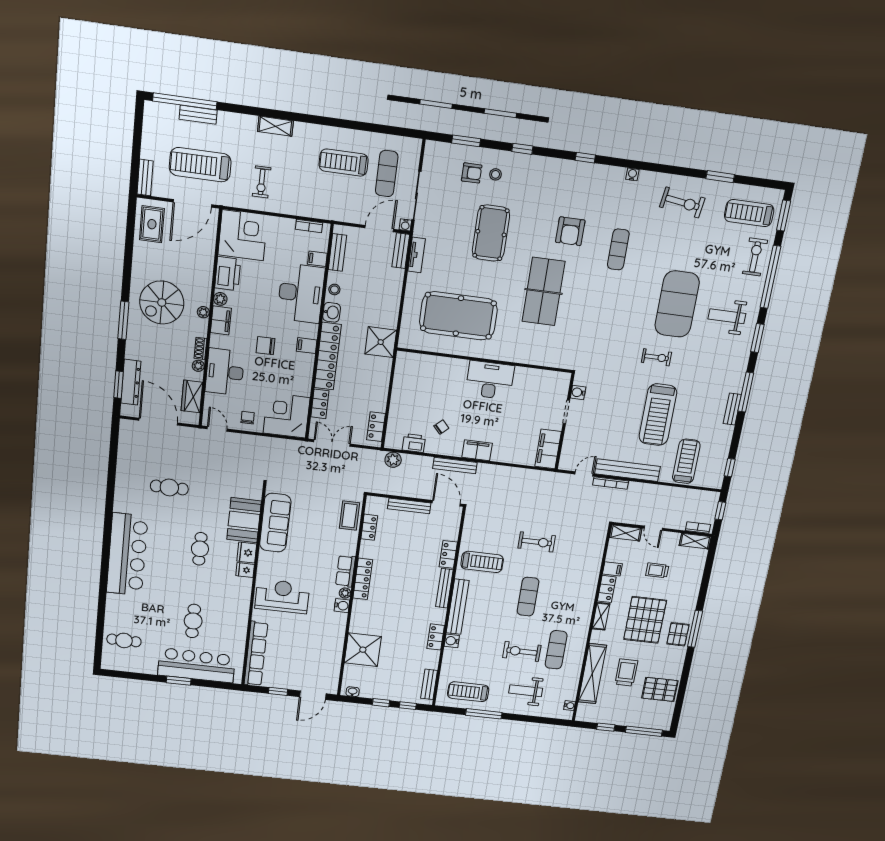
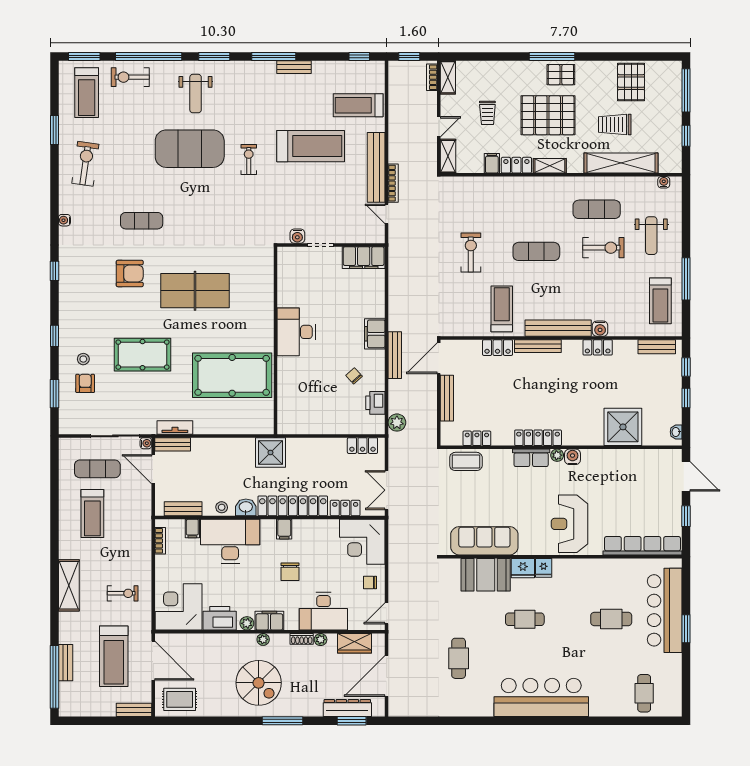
shelving: (275, 126) -> (69, 585), width x1.50, depth x1.33
pool table: (458, 316) -> (232, 375), turned 90
exercise bike: (522, 652) -> (603, 248), turned -90

